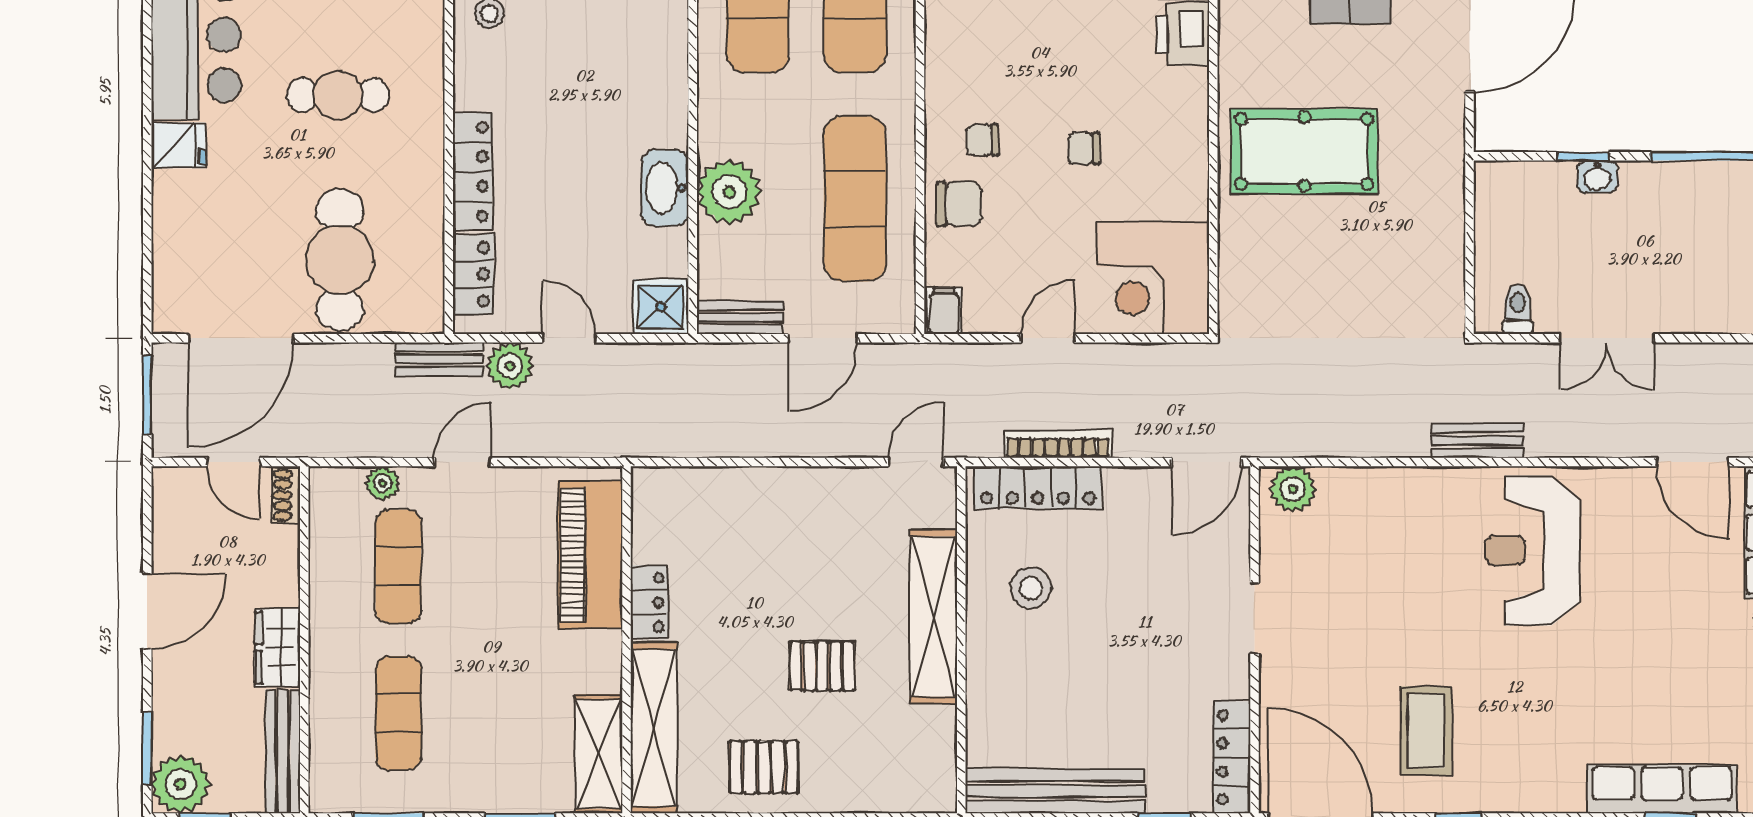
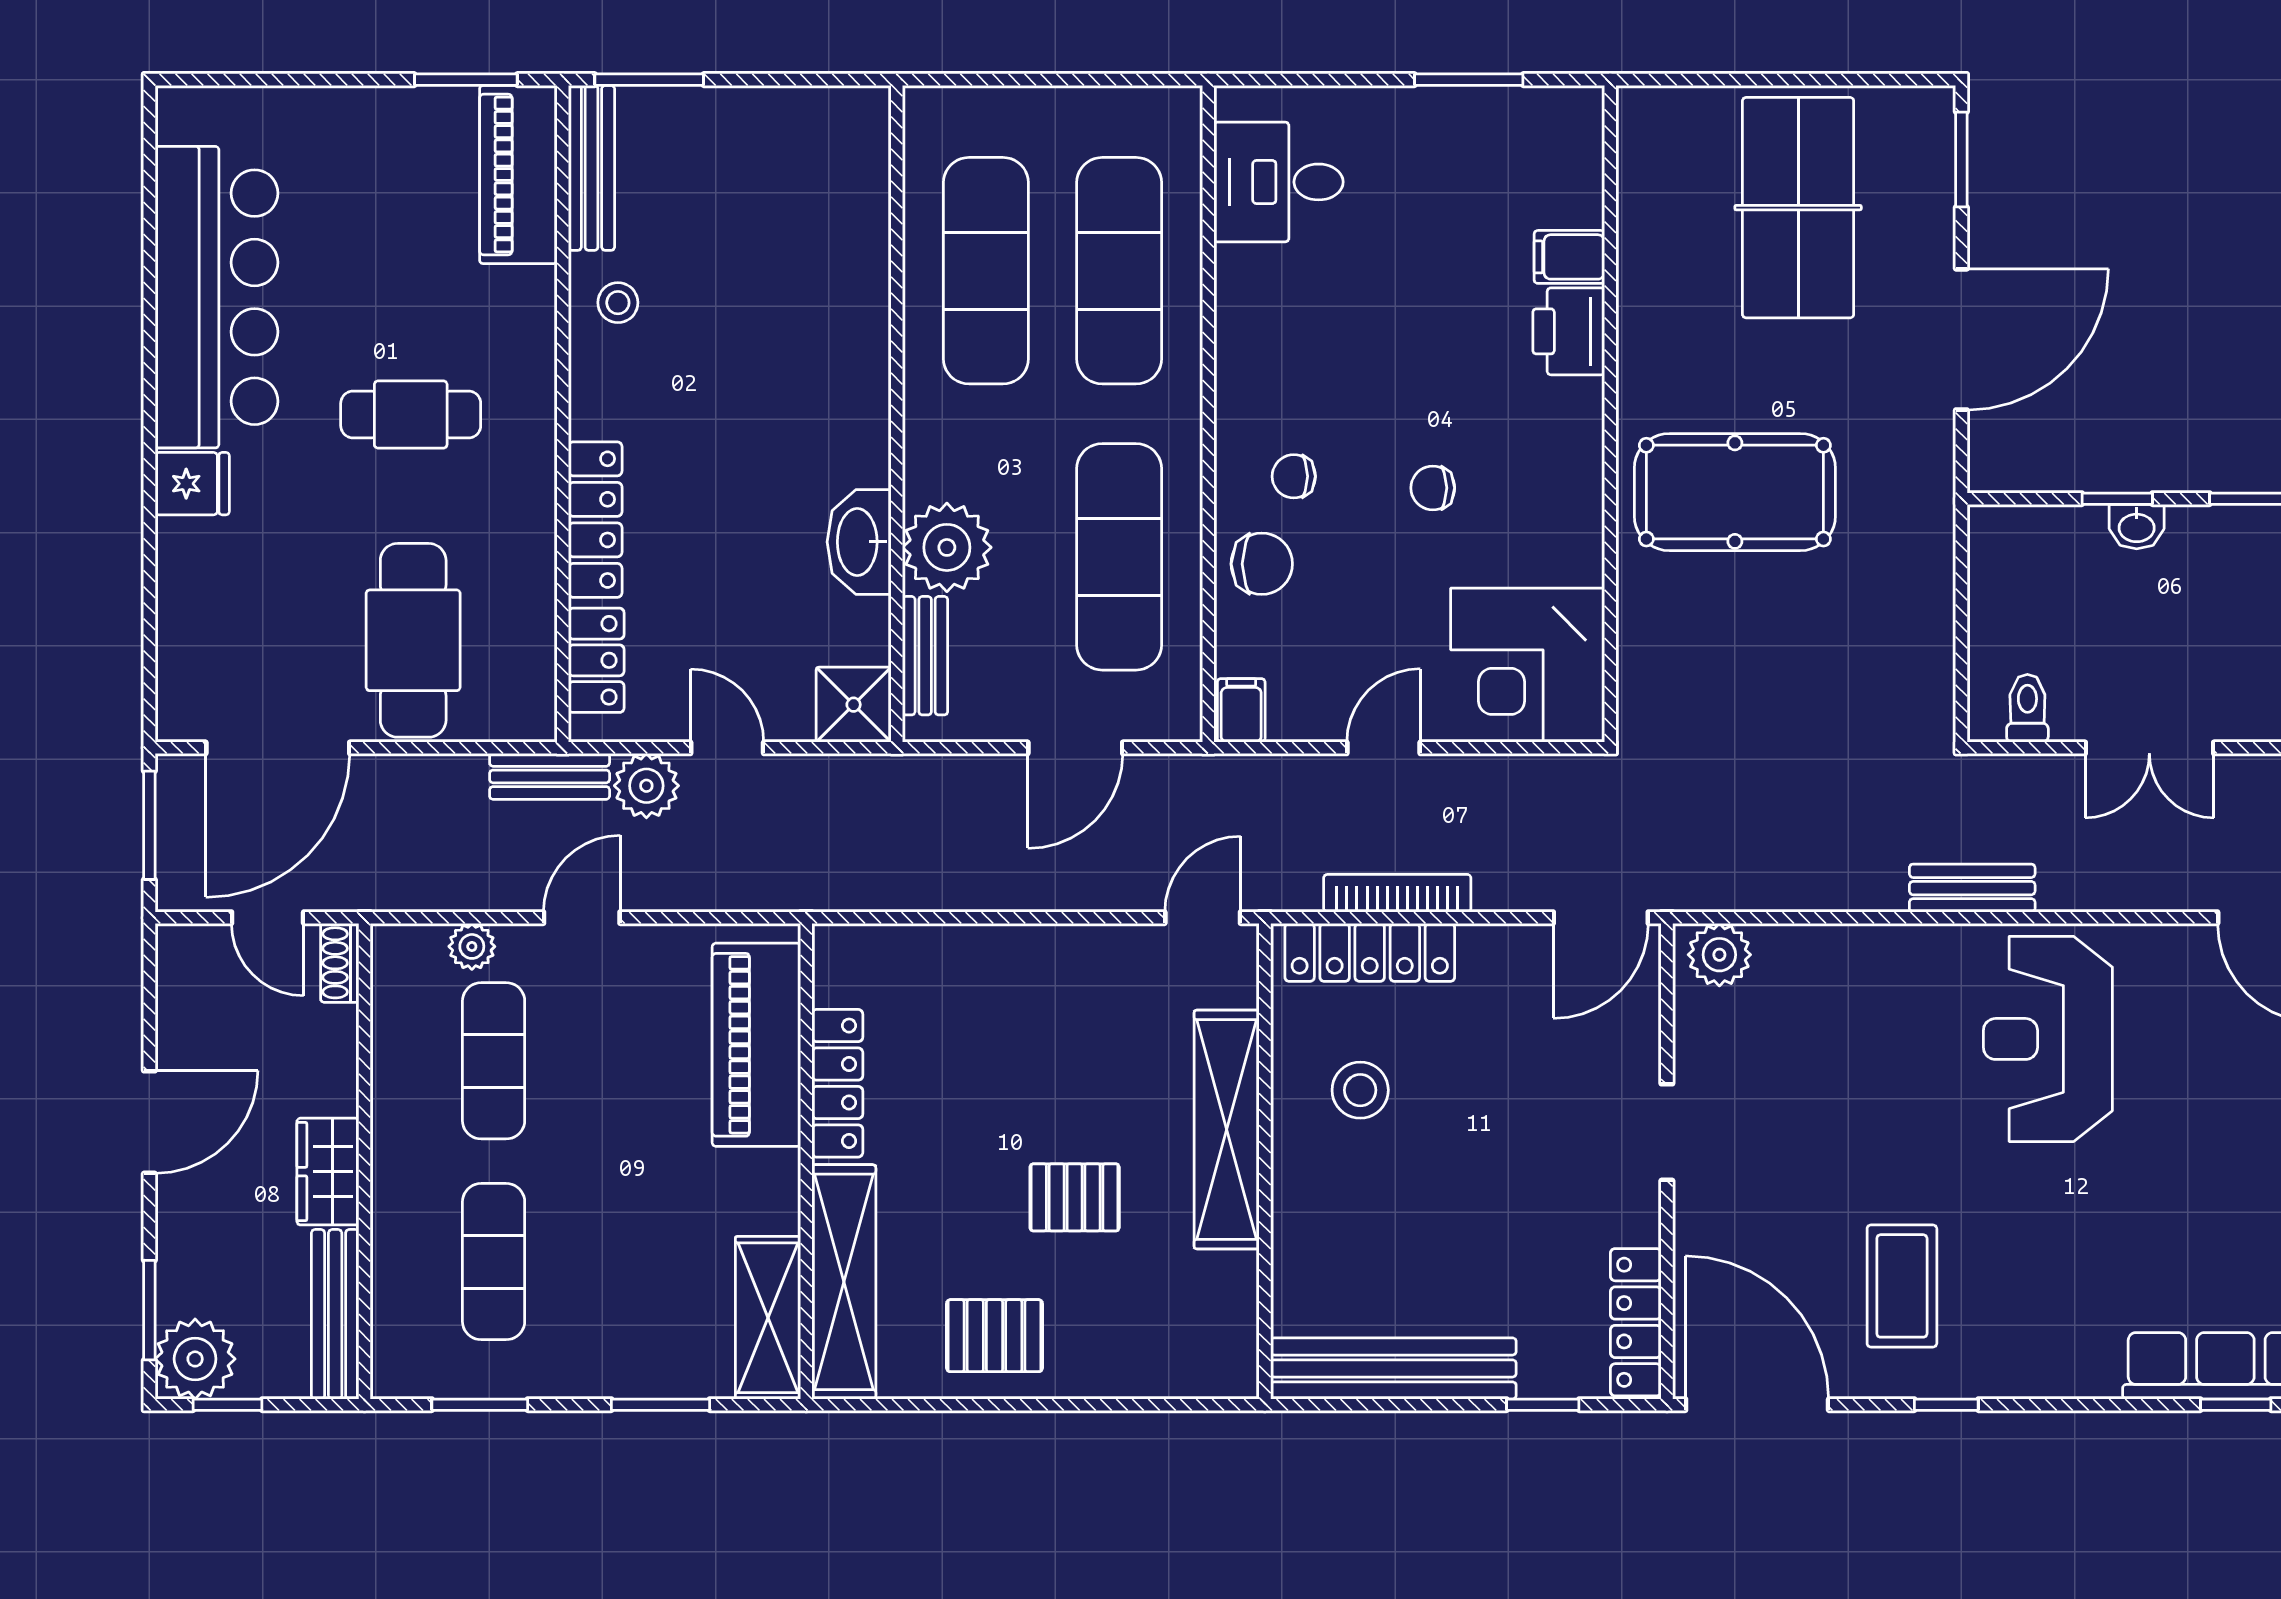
bench: (740, 317) -> (925, 656), moved, turned 90
locker: (649, 602) -> (837, 1083), width x1.53

